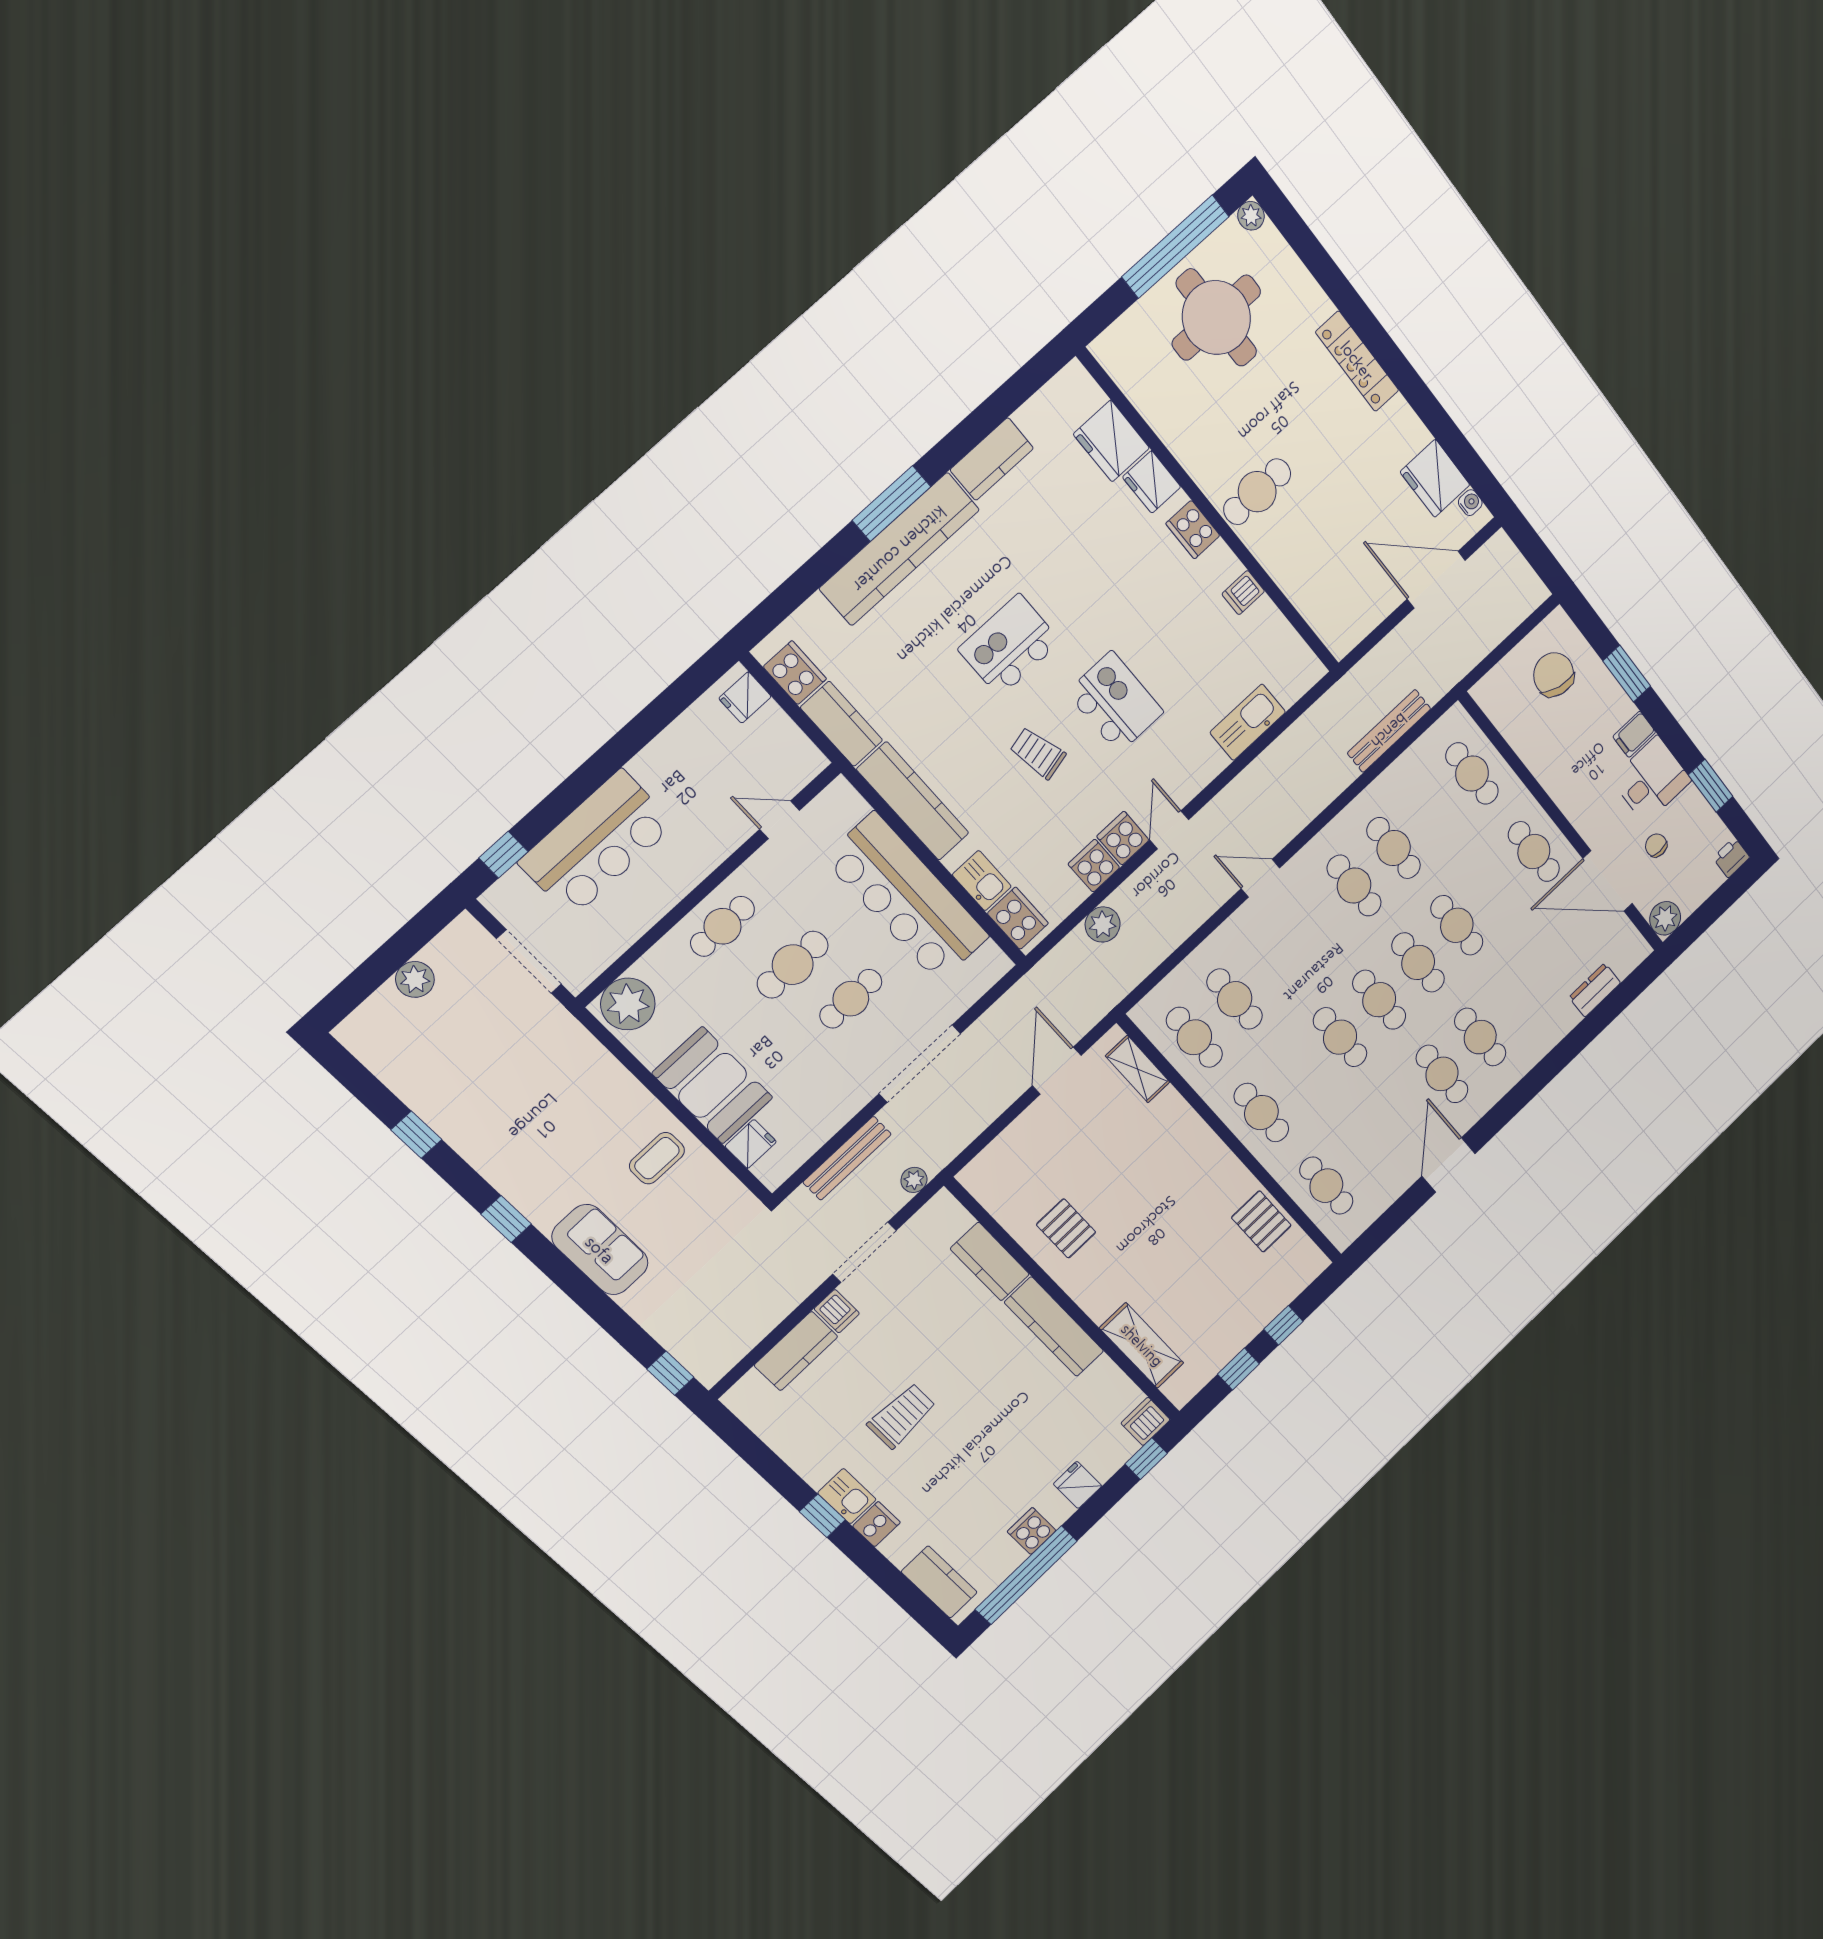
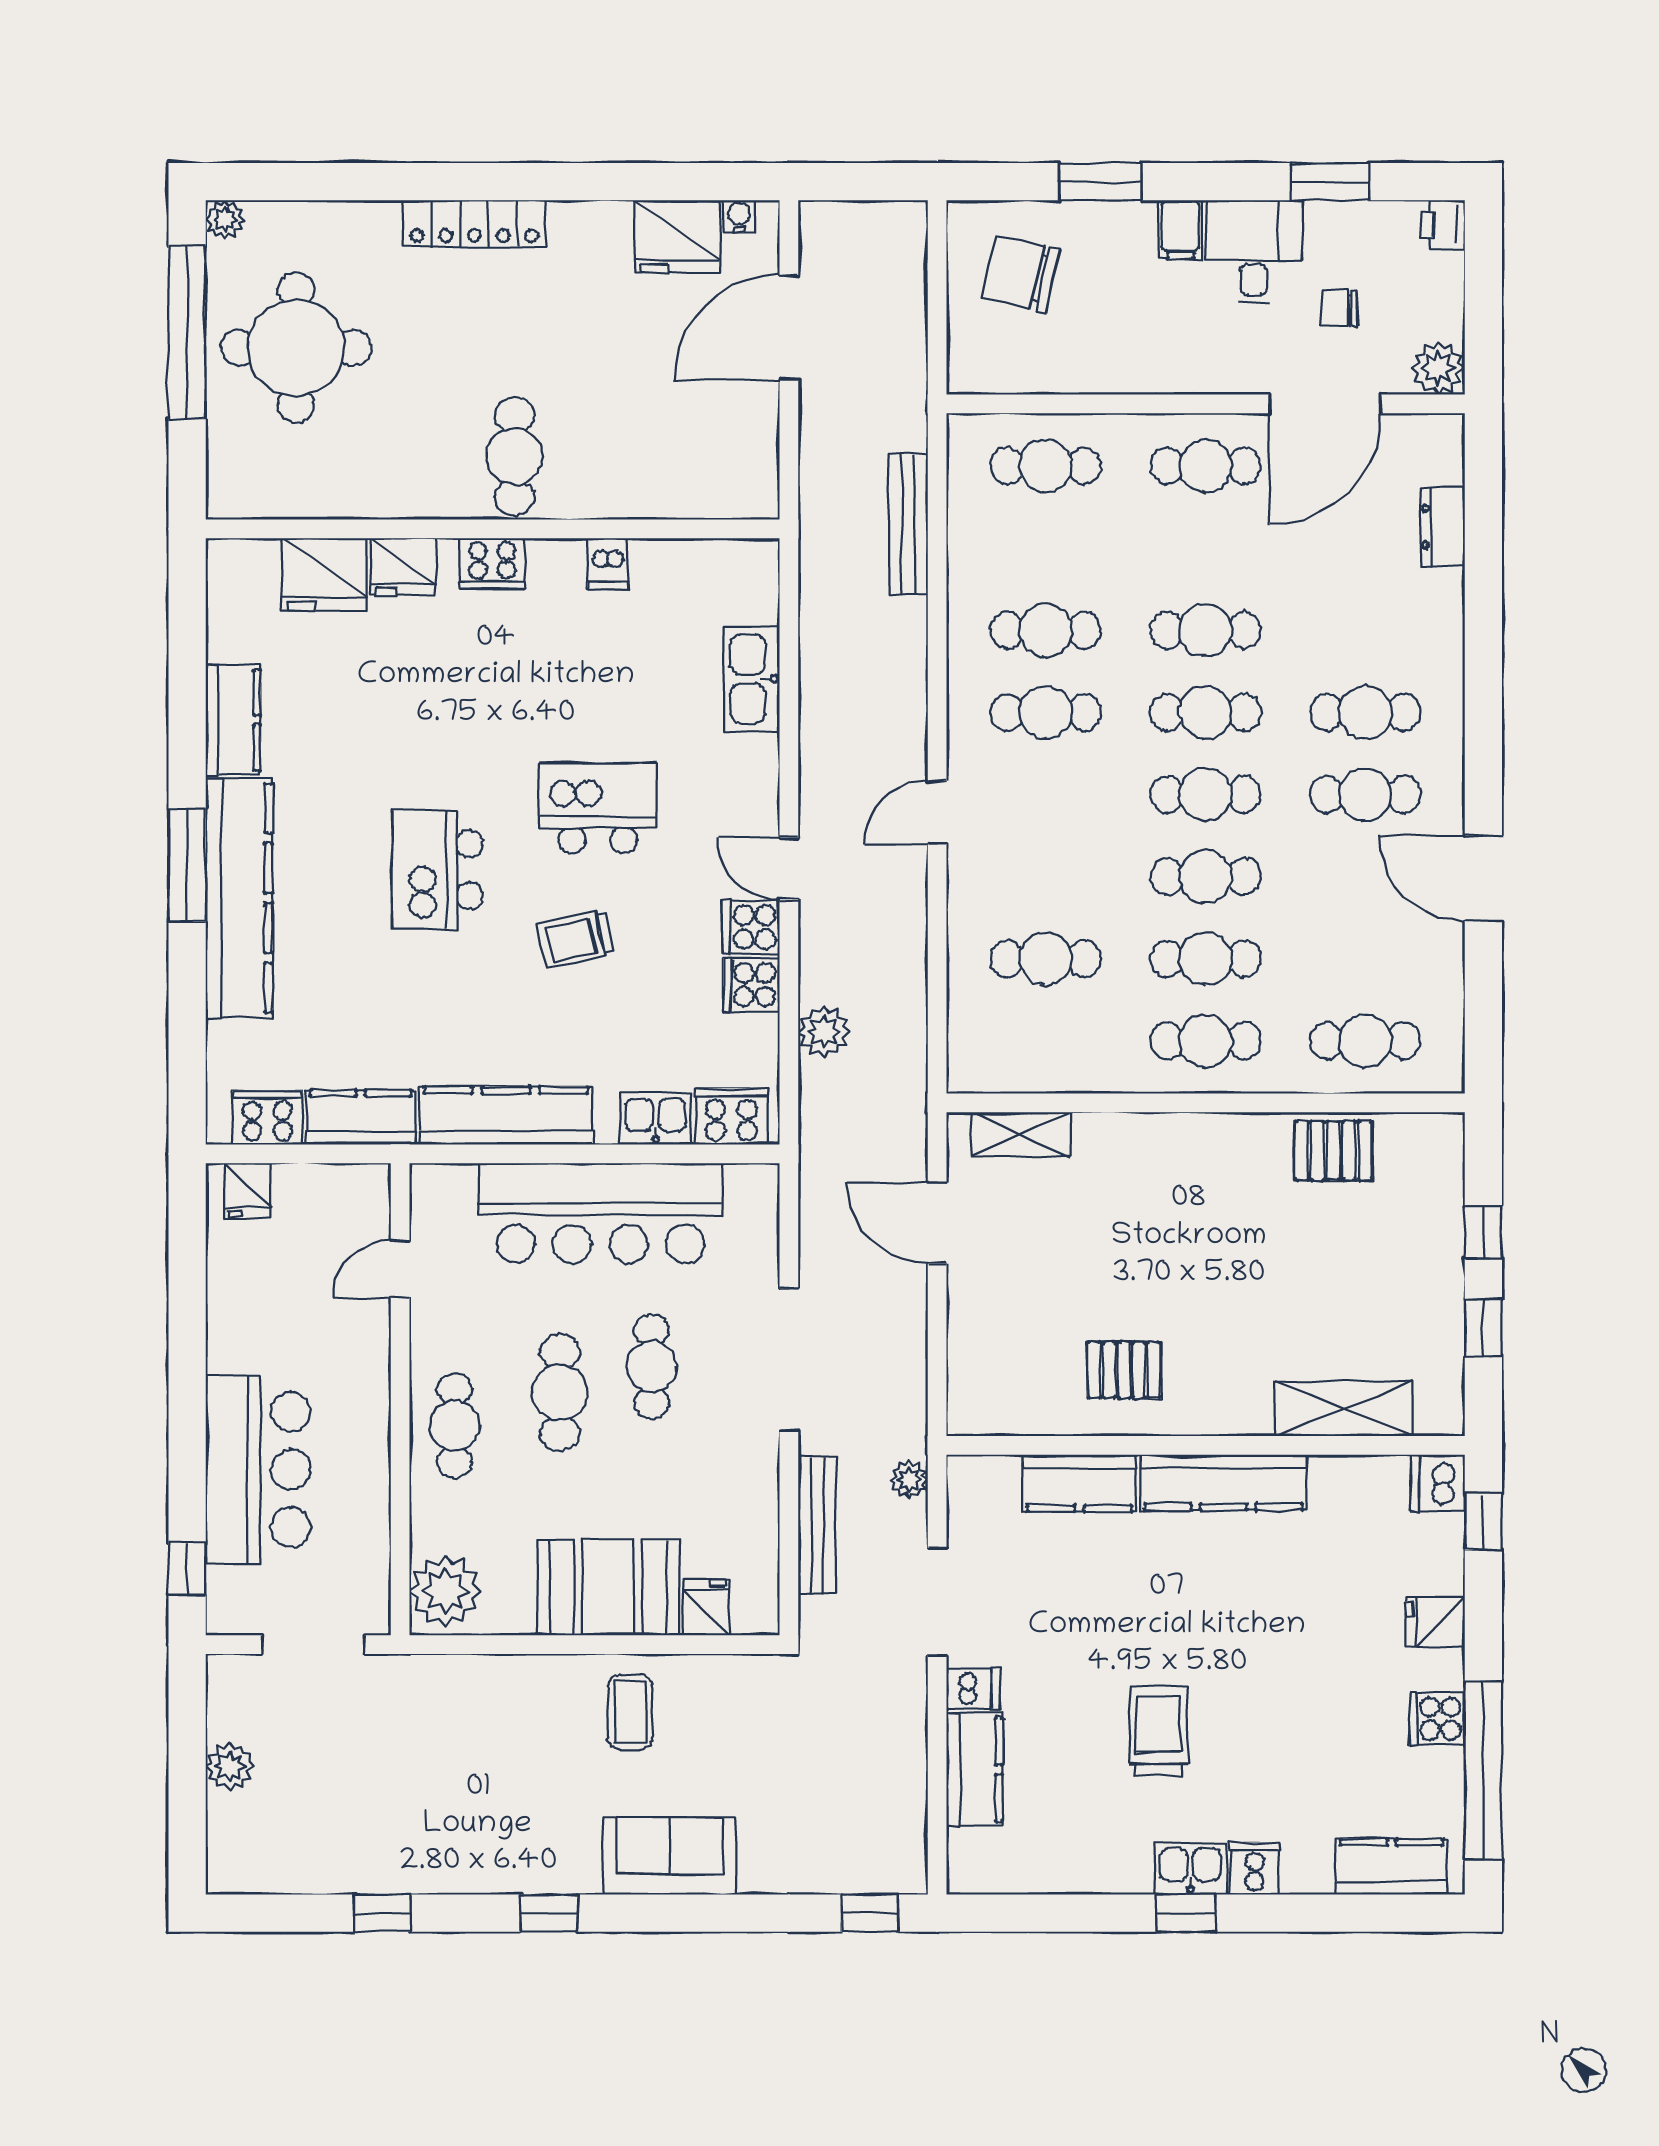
cafe table: (1194, 1037) -> (1206, 959), moved

